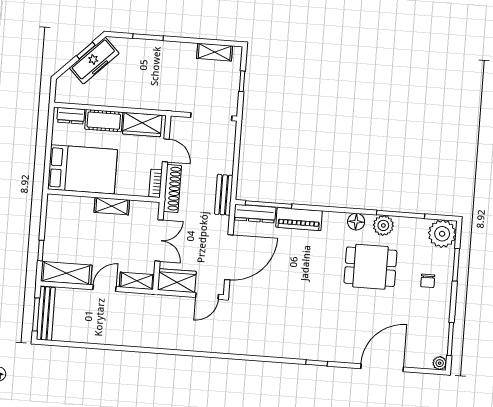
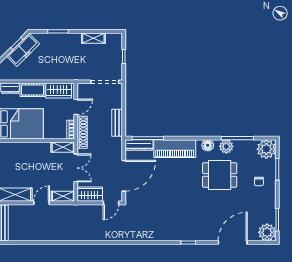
shelving: (215, 52) -> (93, 38), moved
door: (166, 150) -> (76, 107), hinge flipped
bench: (224, 195) -> (117, 123), moved
shelving: (112, 206) -> (63, 147), moved
piano: (299, 219) -> (175, 149), width x1.37, depth x1.33
plant: (440, 363) -> (267, 232), width x1.88, depth x1.88

